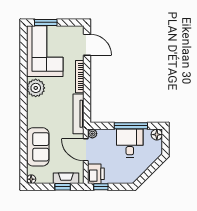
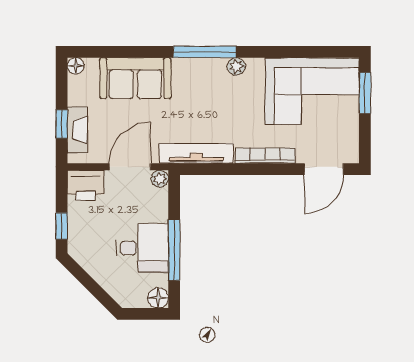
plant: (36, 88) -> (236, 66), width x0.53, depth x0.53
window: (24, 109) -> (205, 52), added
window: (101, 187) -> (62, 226), moved

